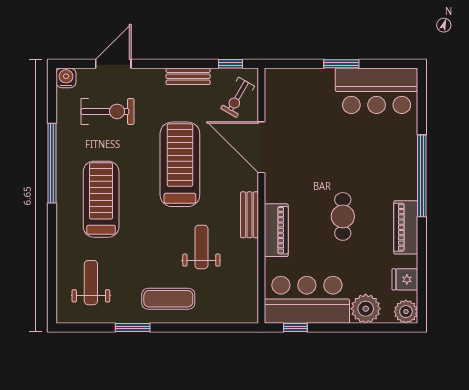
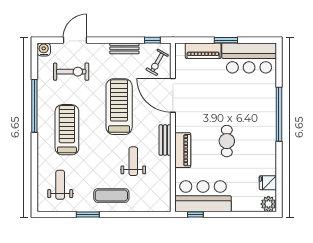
piano: (406, 227) -> (203, 51), moved, turned -90
plant: (366, 309) -> (242, 202), removed

